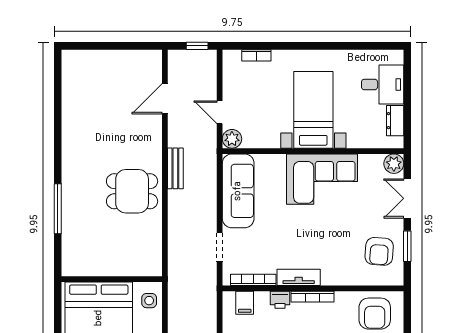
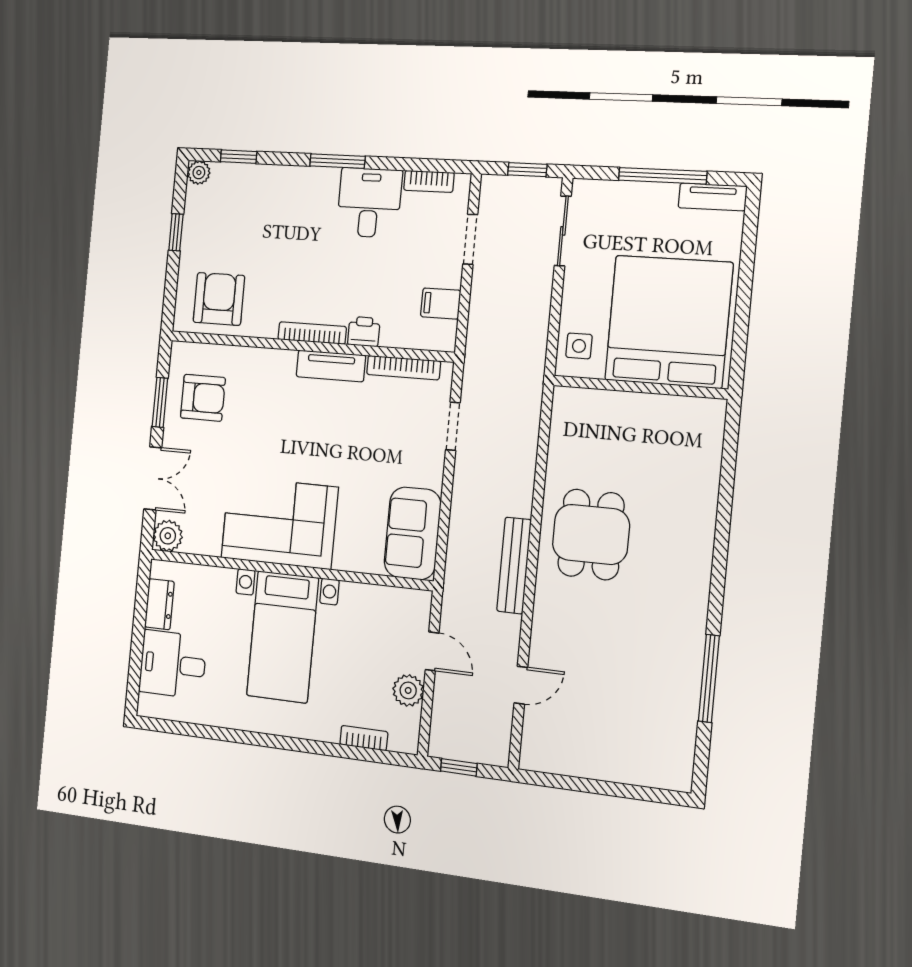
door: (165, 99) -> (521, 685), width x0.73
plant: (232, 139) -> (408, 690), moved
bench: (175, 168) -> (514, 565), width x1.36
dining table: (132, 191) -> (591, 534), turned 90
sofa: (238, 191) -> (413, 533), width x0.73
window: (58, 209) -> (709, 678), moved
armchair: (379, 251) -> (203, 398), turned 86
filing cabinet: (245, 303) -> (441, 304), moved, turned -90

